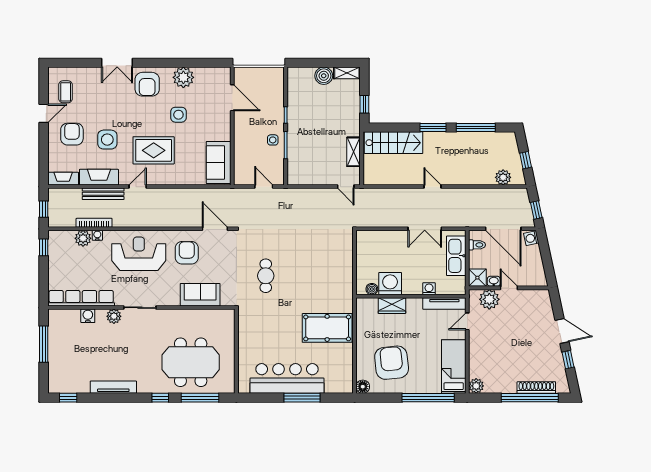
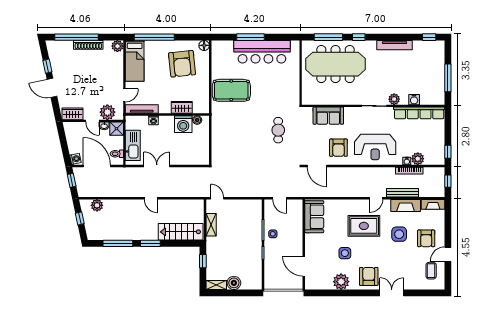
wardrobe: (535, 297) -> (73, 114), added
meeting table: (191, 362) -> (336, 64), width x1.36
shoe rack: (536, 388) -> (88, 45), moved

